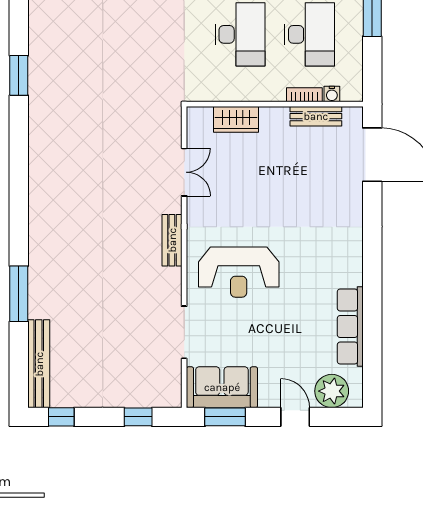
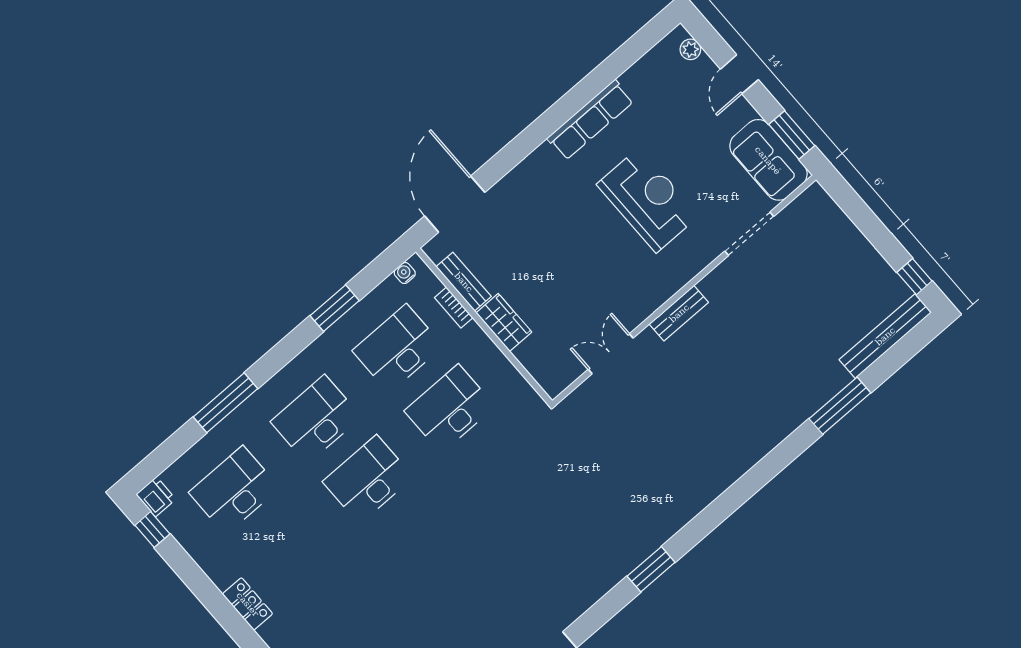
water cooler: (332, 94) -> (405, 273), moved, turned -90
wardrobe: (236, 119) -> (504, 322), moved
reception desk: (239, 272) -> (648, 200), moved
row of seats: (350, 326) -> (590, 120), moved
plant: (332, 391) -> (690, 49), width x0.53, depth x0.53
window: (138, 417) -> (857, 210), removed

